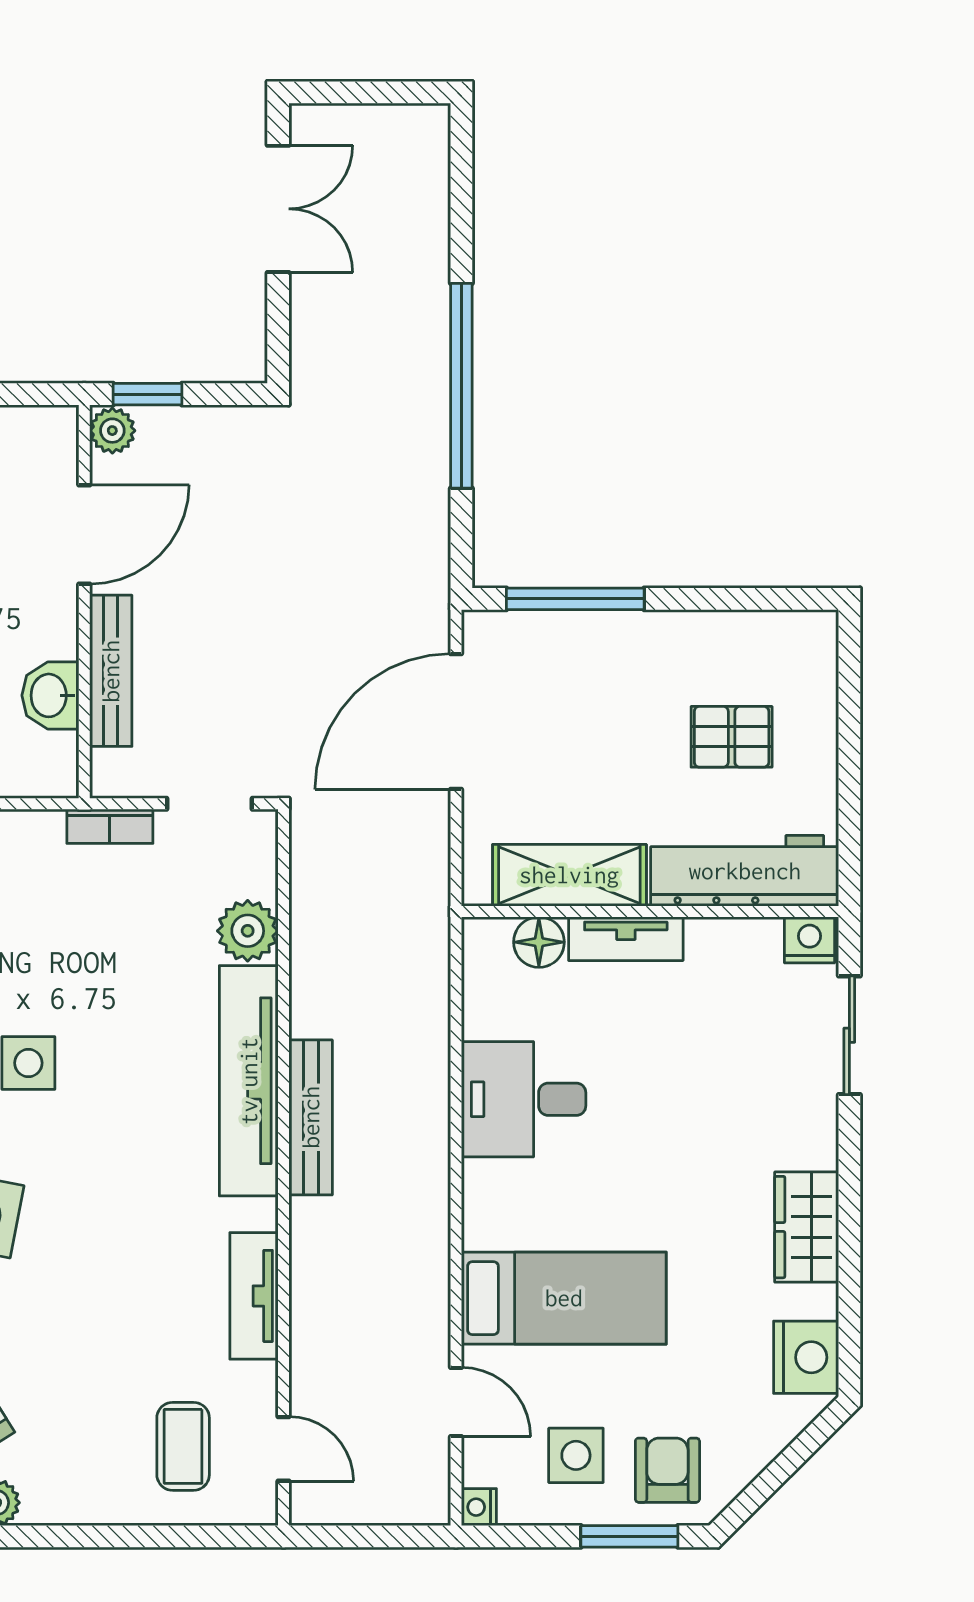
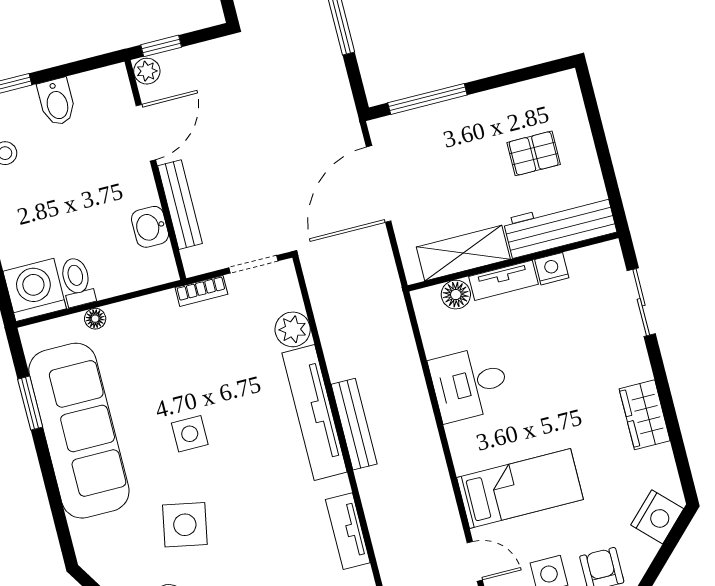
nightstand: (810, 940) -> (552, 269), moved
nightstand: (806, 1357) -> (657, 517), moved, turned 45

